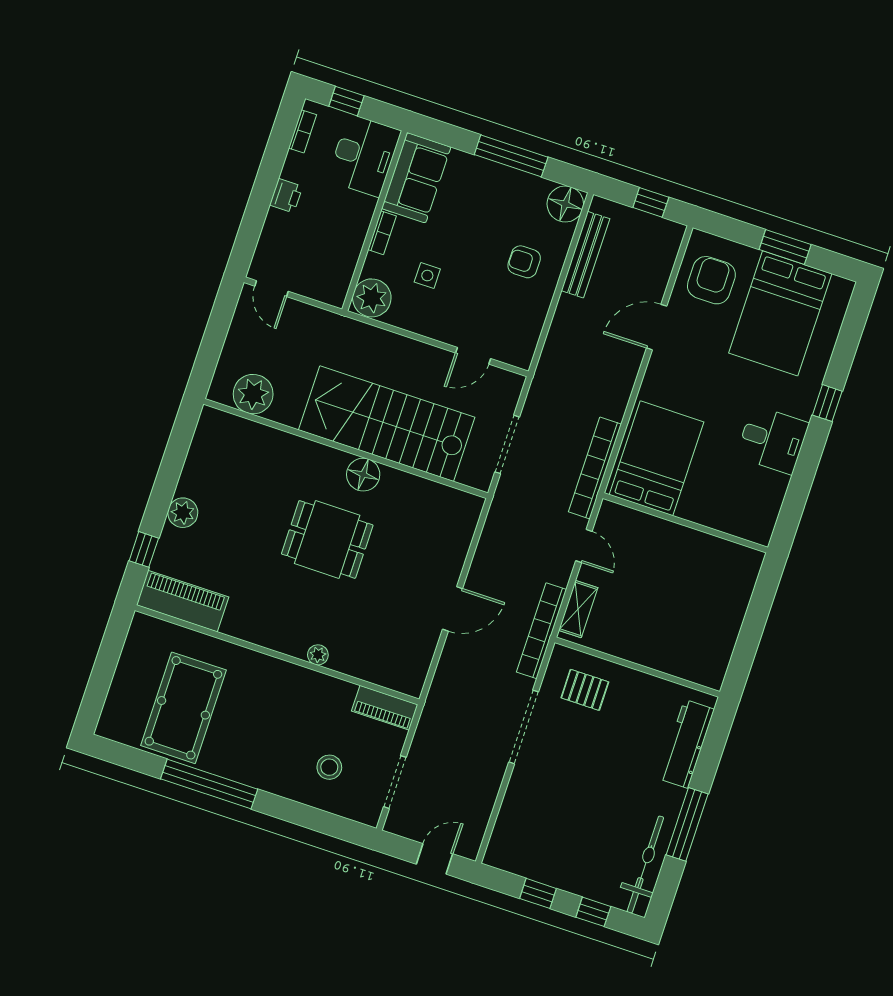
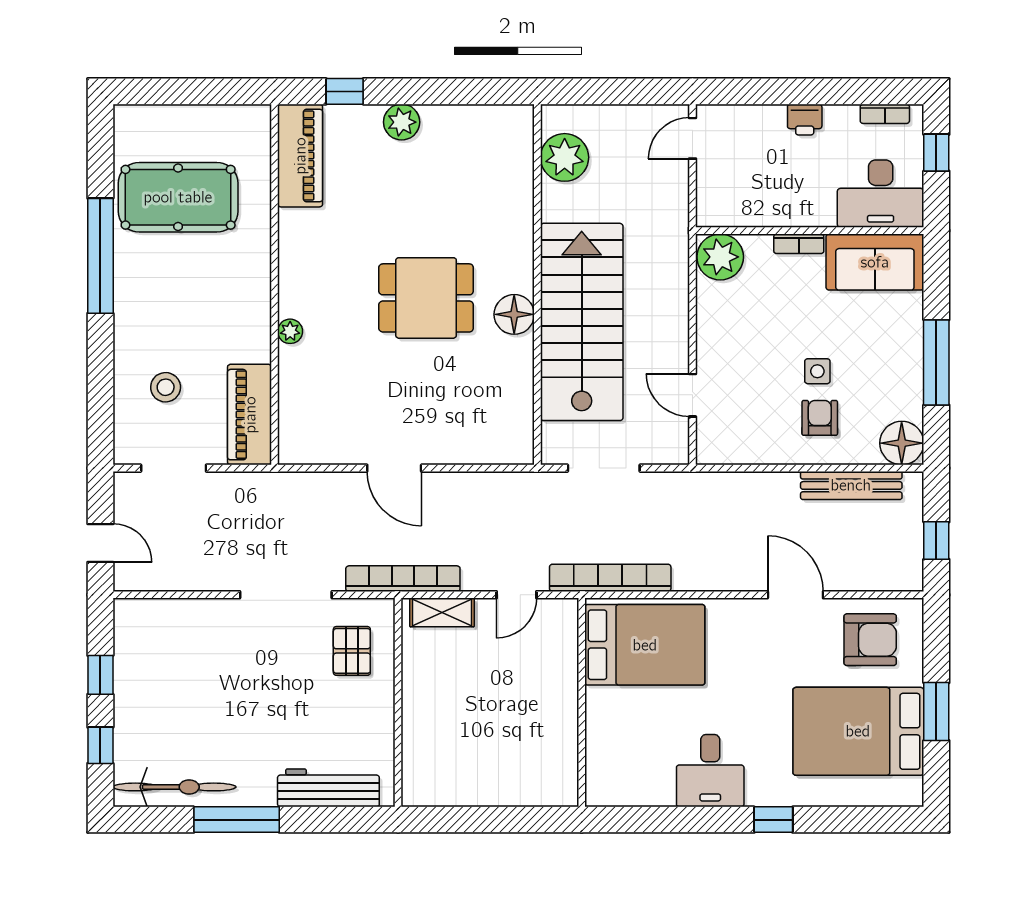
side table: (427, 276) -> (817, 371), moved
dining table: (327, 539) -> (426, 298), turned 90
piano: (385, 708) -> (250, 415), width x1.37, depth x1.33

